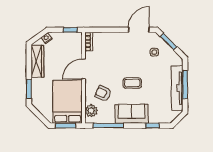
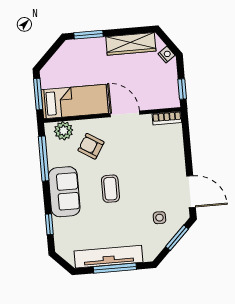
armchair: (103, 93) -> (91, 146), turned -82
bed: (68, 102) -> (75, 101), width x0.67

